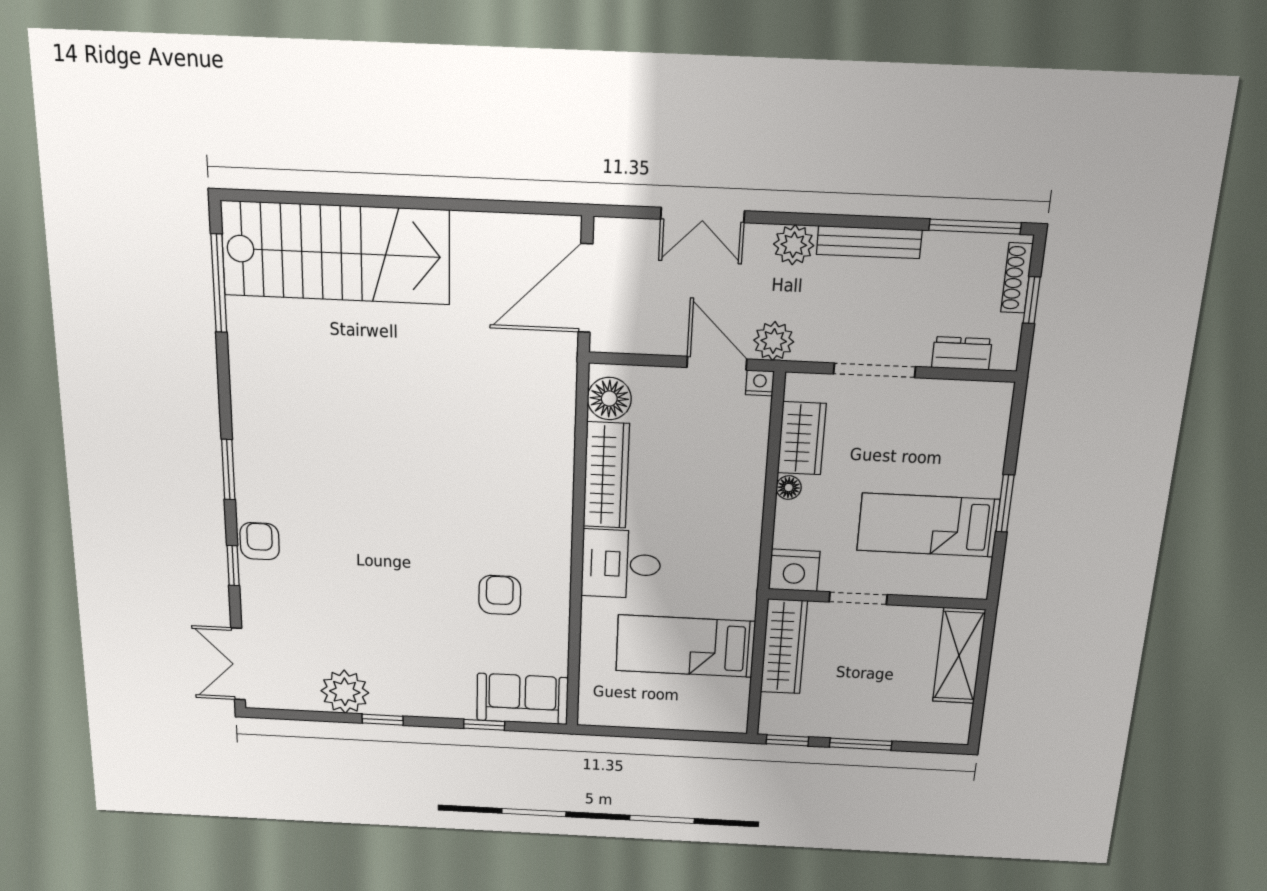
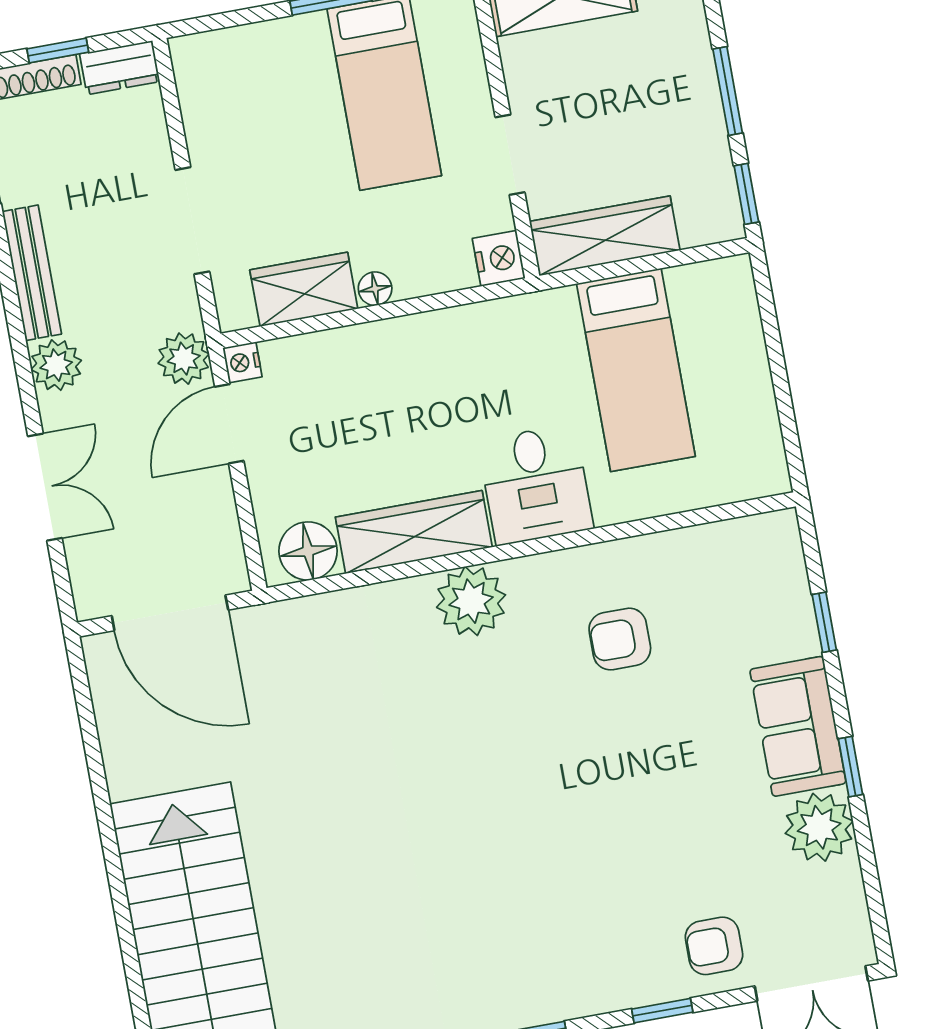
dresser: (962, 353) -> (120, 68), moved, turned -90
plant: (548, 503) -> (471, 601), added
armchair: (260, 541) -> (714, 946), moved
nightstand: (794, 570) -> (499, 258), width x0.74, depth x0.75
sofa: (522, 699) -> (798, 726), moved

